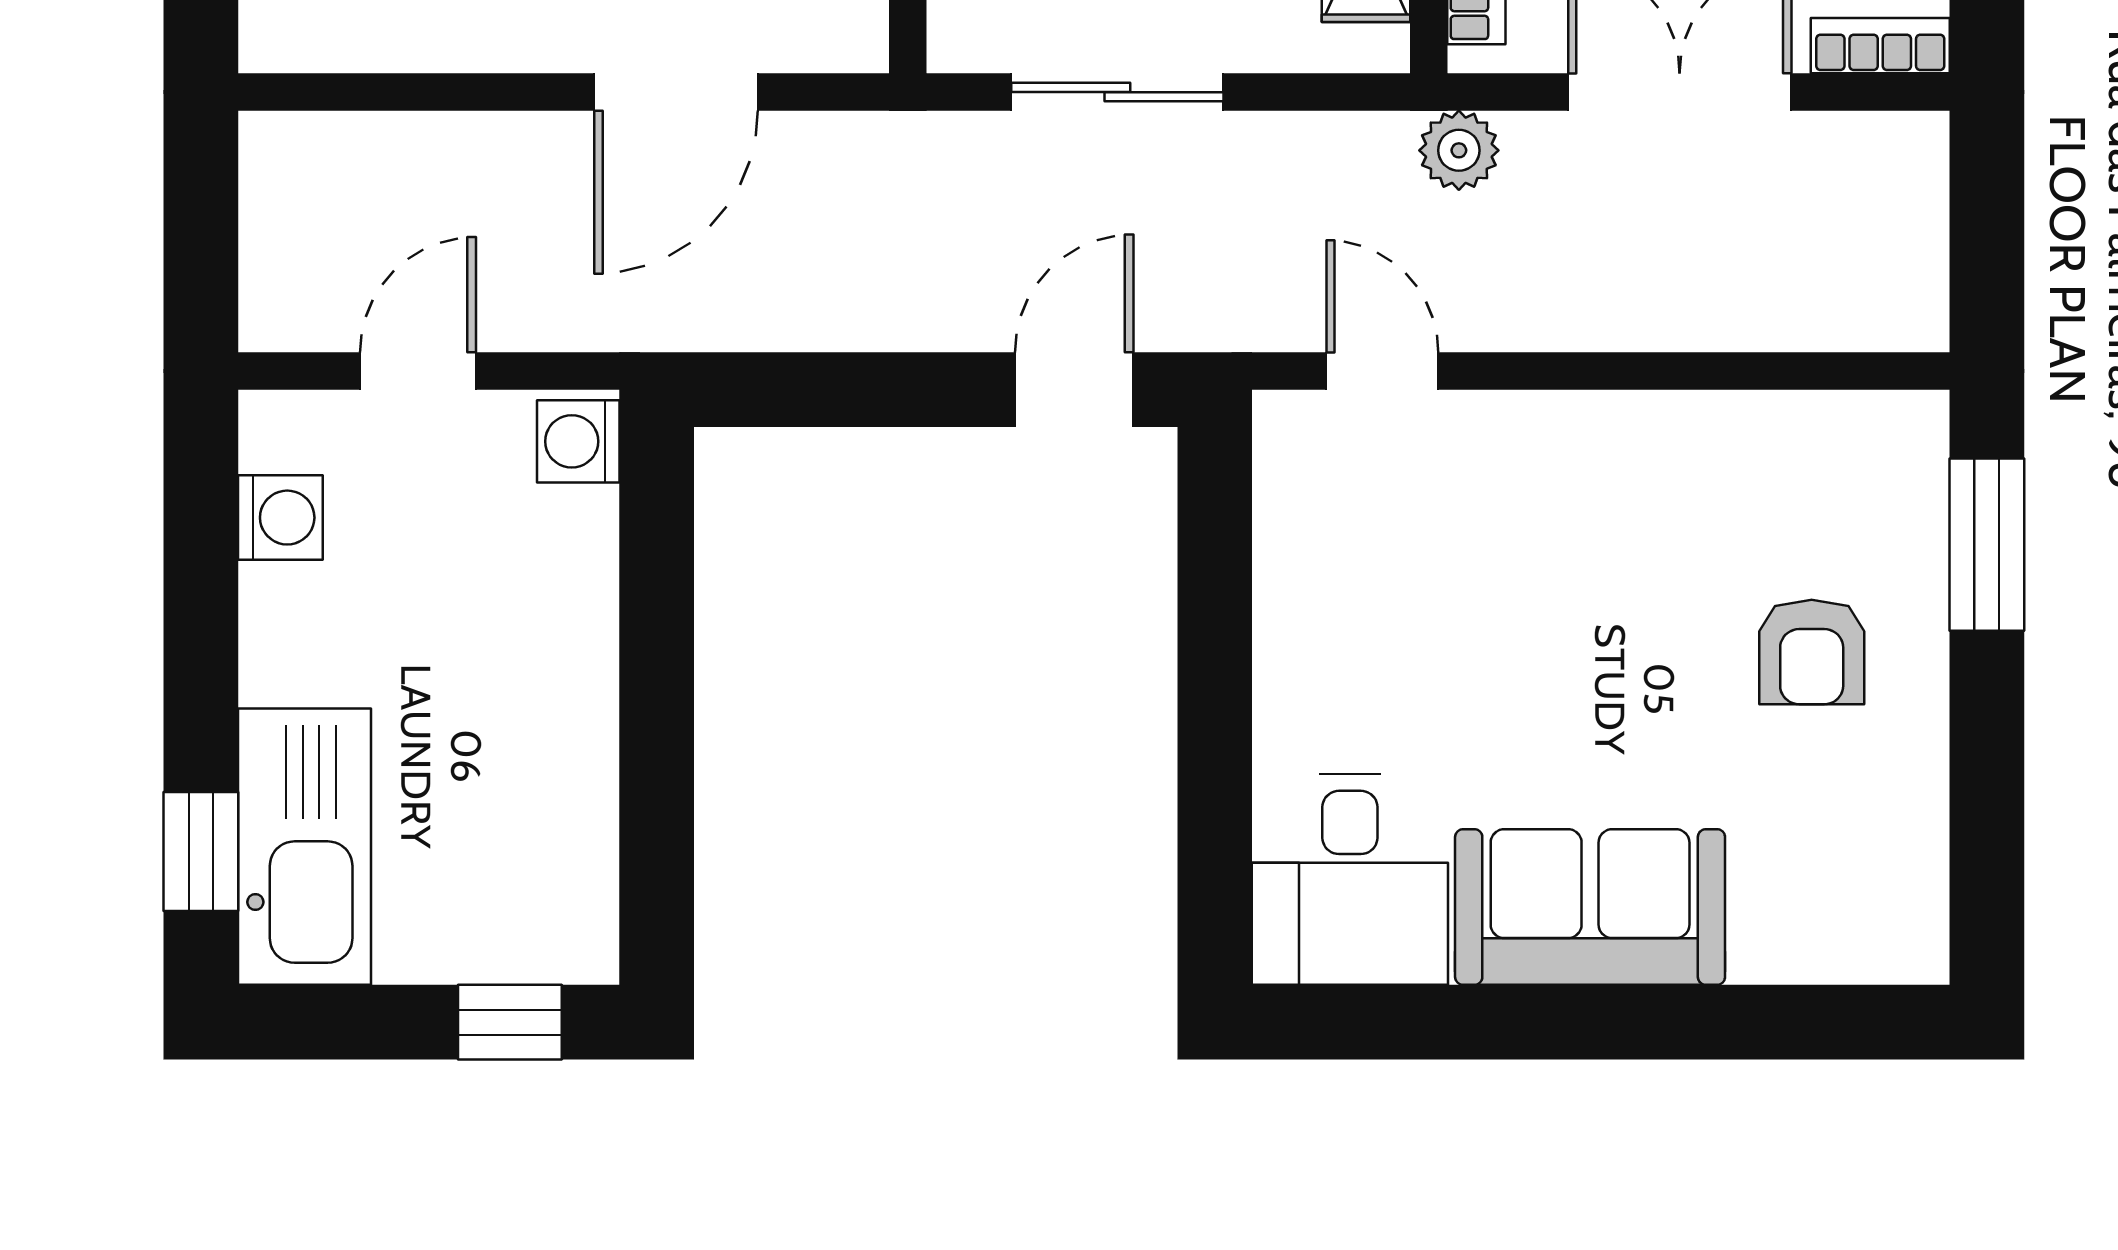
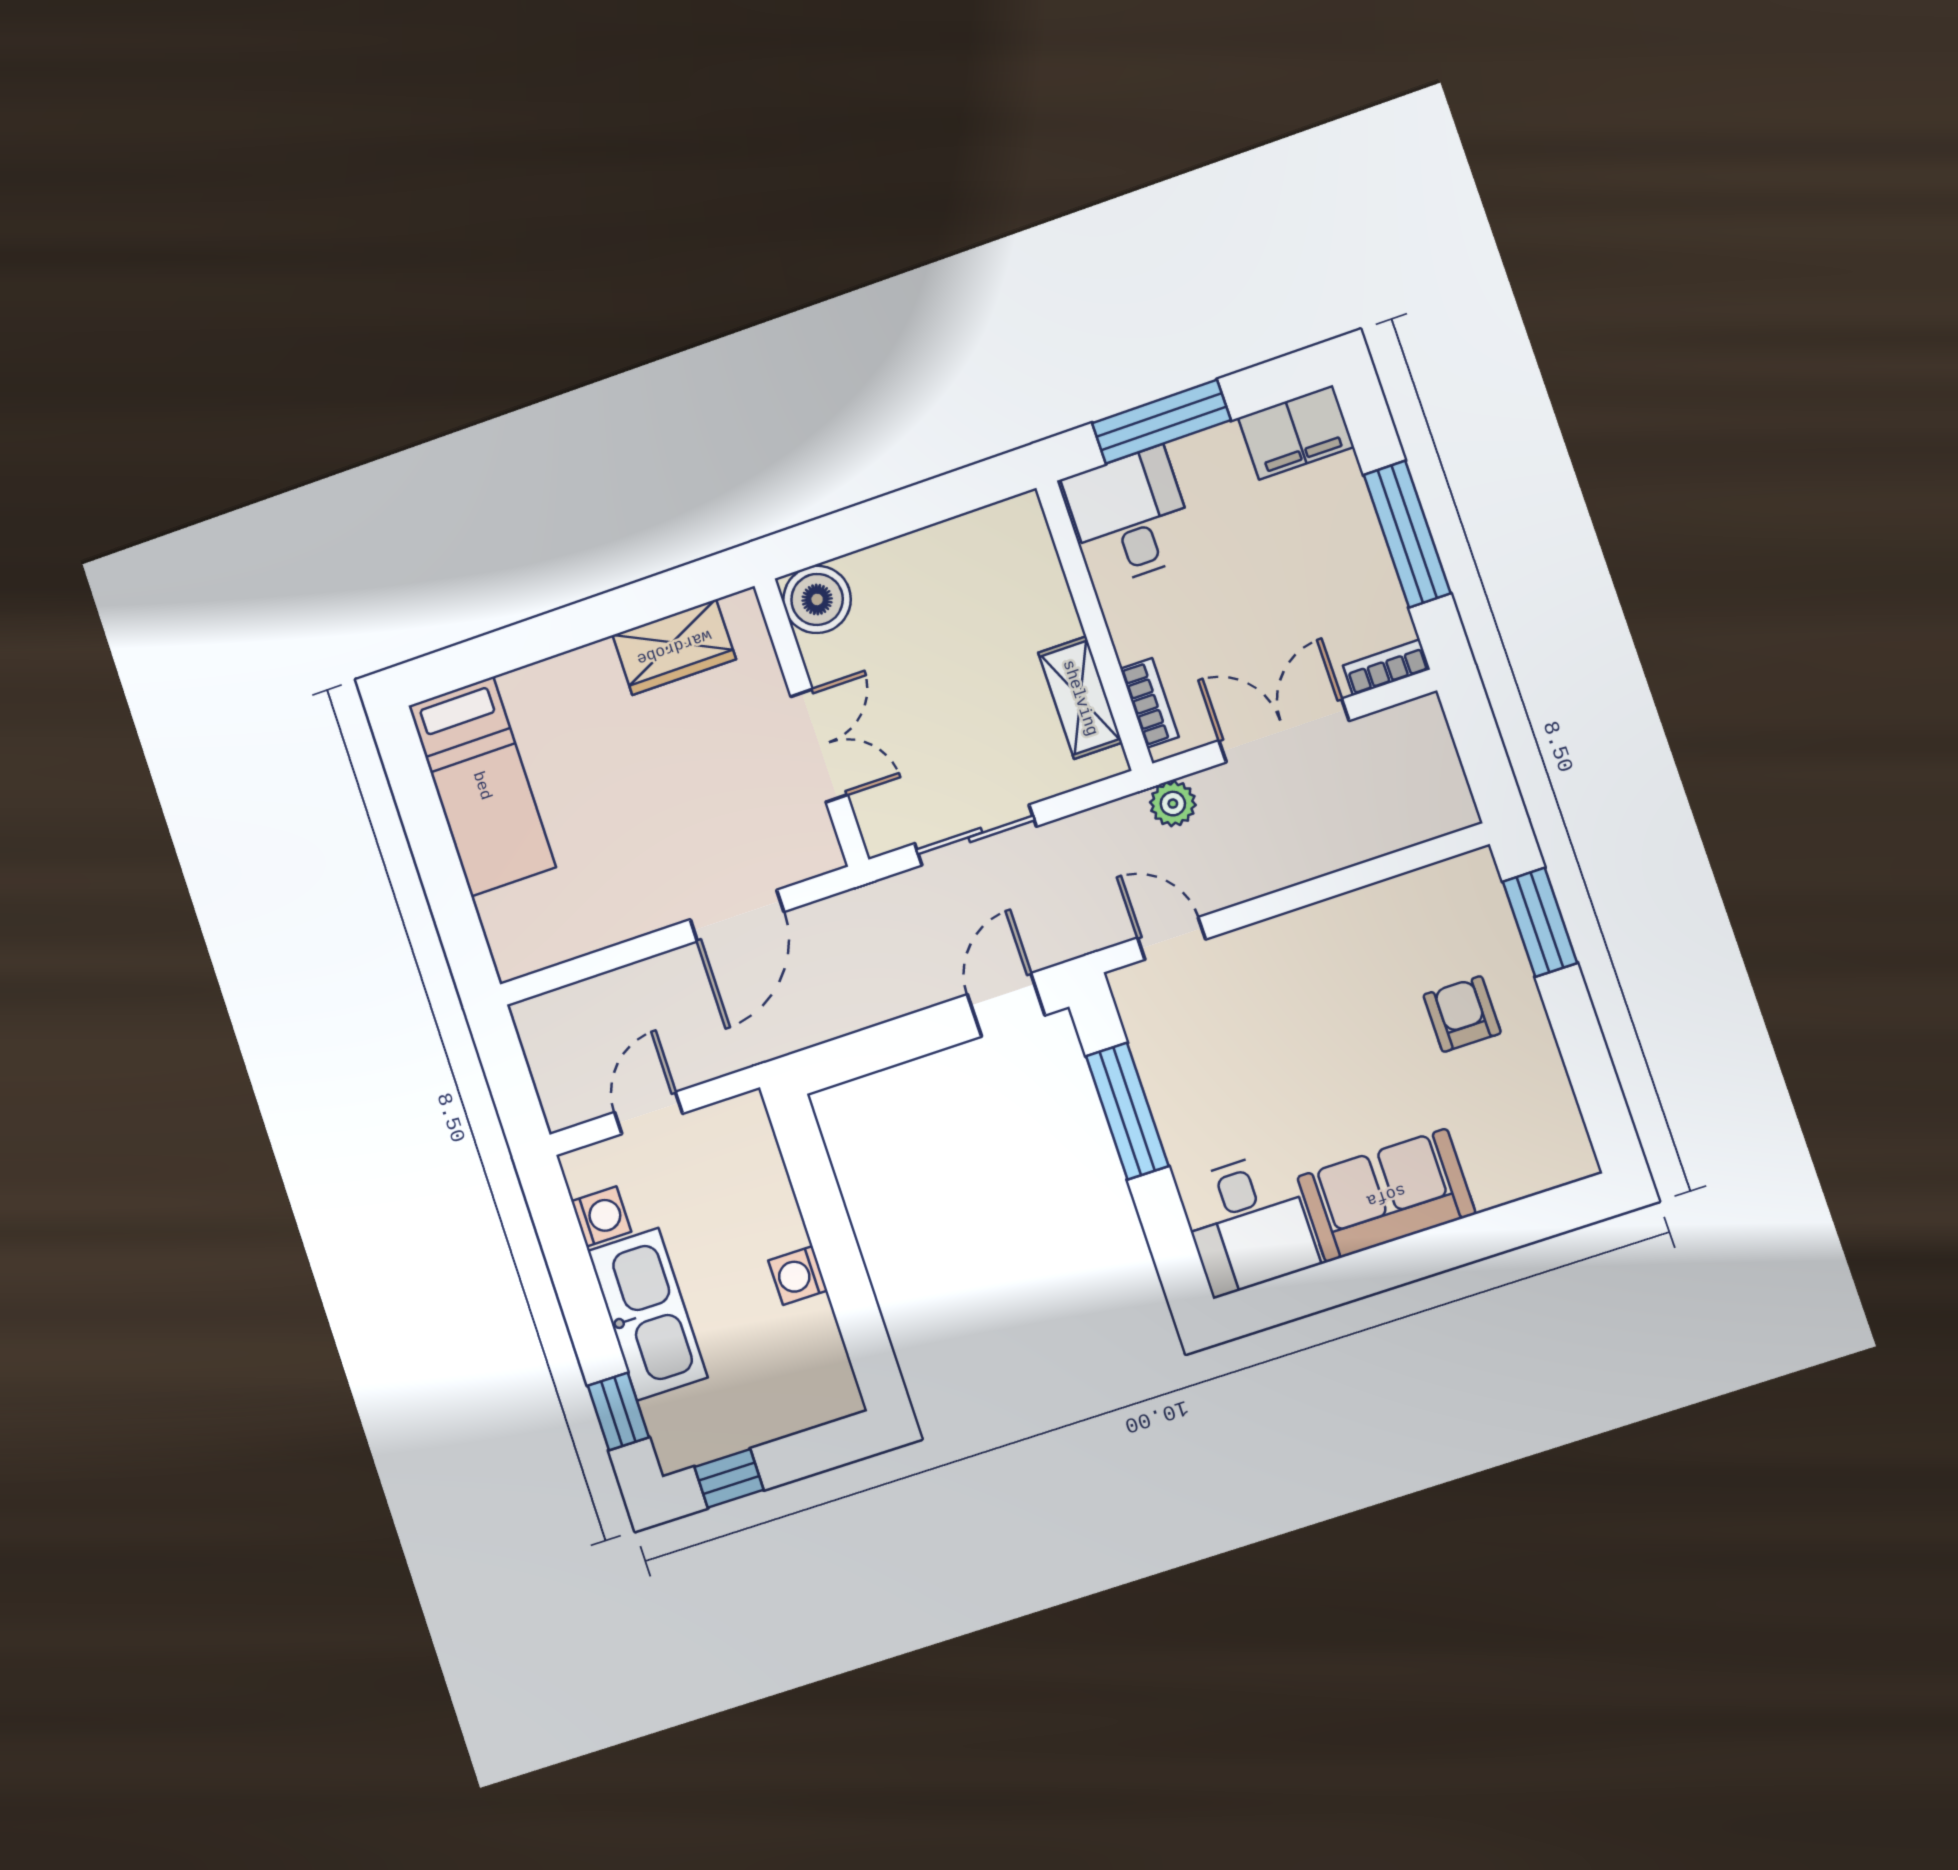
washing machine: (578, 441) -> (798, 1275), moved
window: (1215, 631) -> (1127, 1111), added
armchair: (1812, 652) -> (1462, 1014), turned 180
kitchen sink: (304, 847) -> (648, 1314), moved
window: (510, 1022) -> (729, 1478), moved

